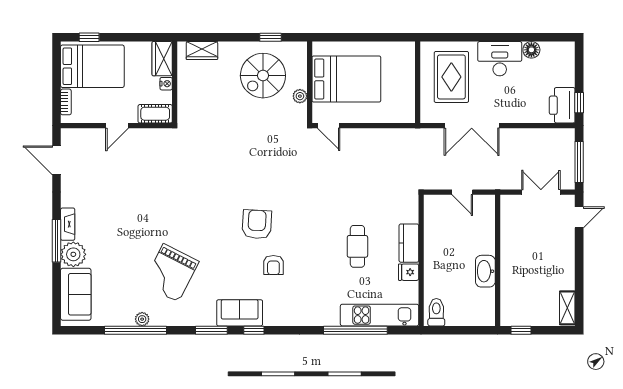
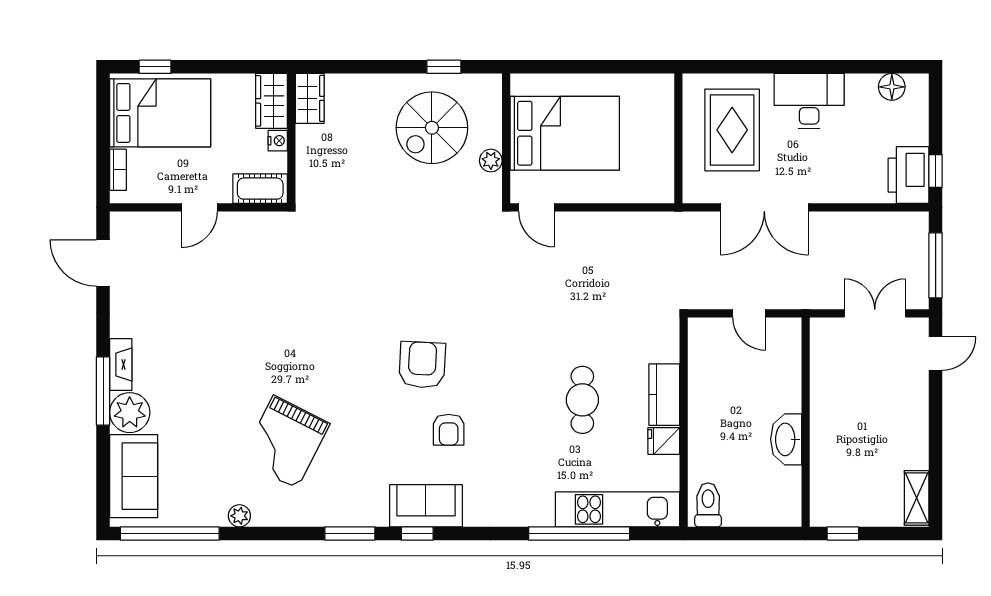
floor lamp: (531, 50) -> (892, 87), moved
wardrobe: (202, 51) -> (310, 98), moved, turned -90
sofa: (240, 313) -> (426, 506), moved
window: (135, 330) -> (170, 533), moved

